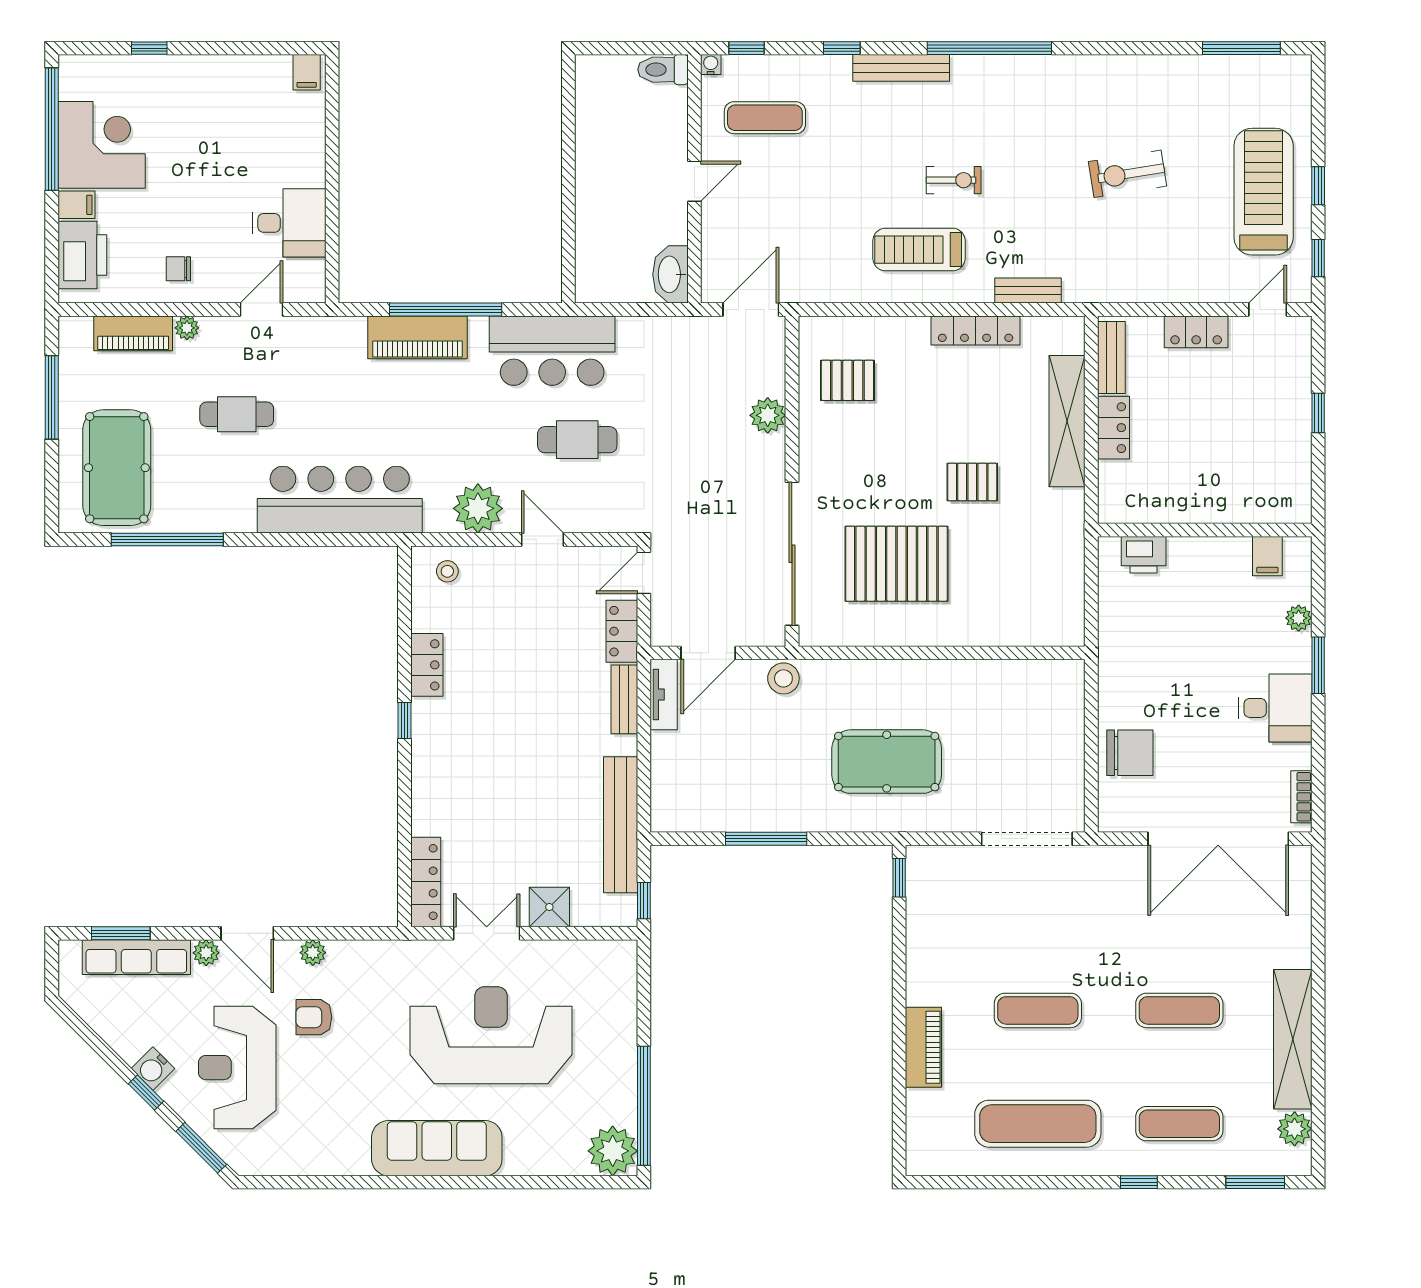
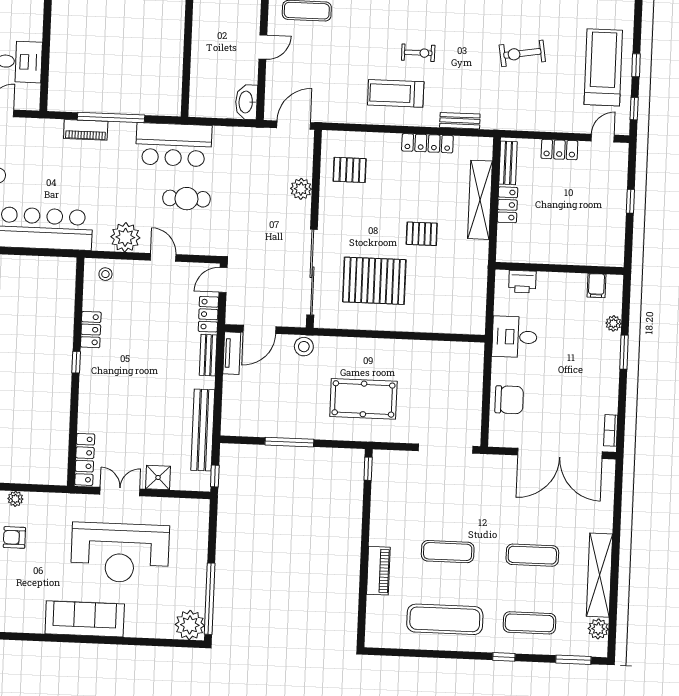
piano: (418, 337) -> (86, 130), width x0.73, depth x0.75
desk: (1275, 708) -> (515, 337), moved, turned 180
reception desk: (491, 1035) -> (120, 553), turned 180

